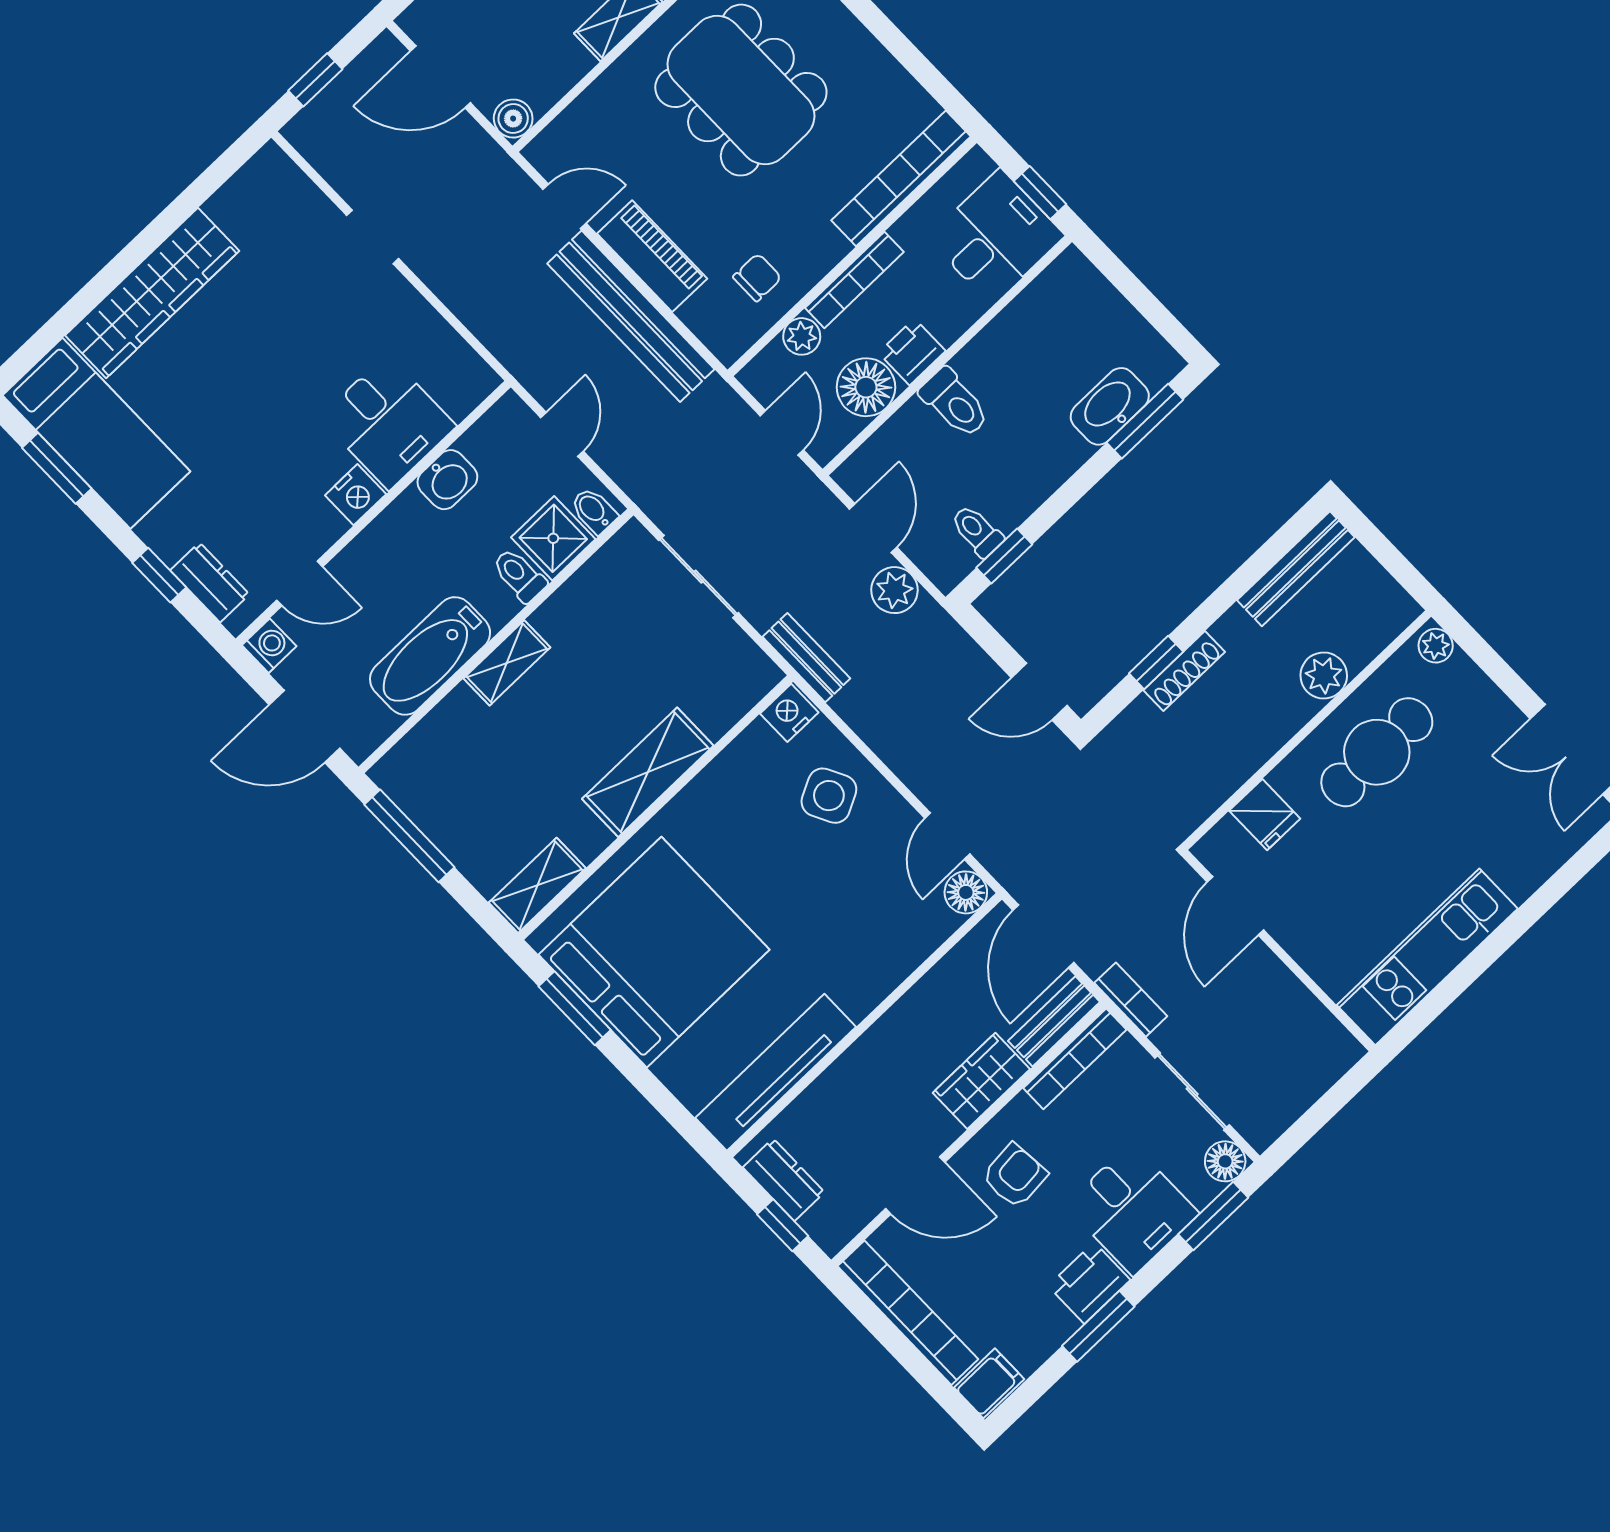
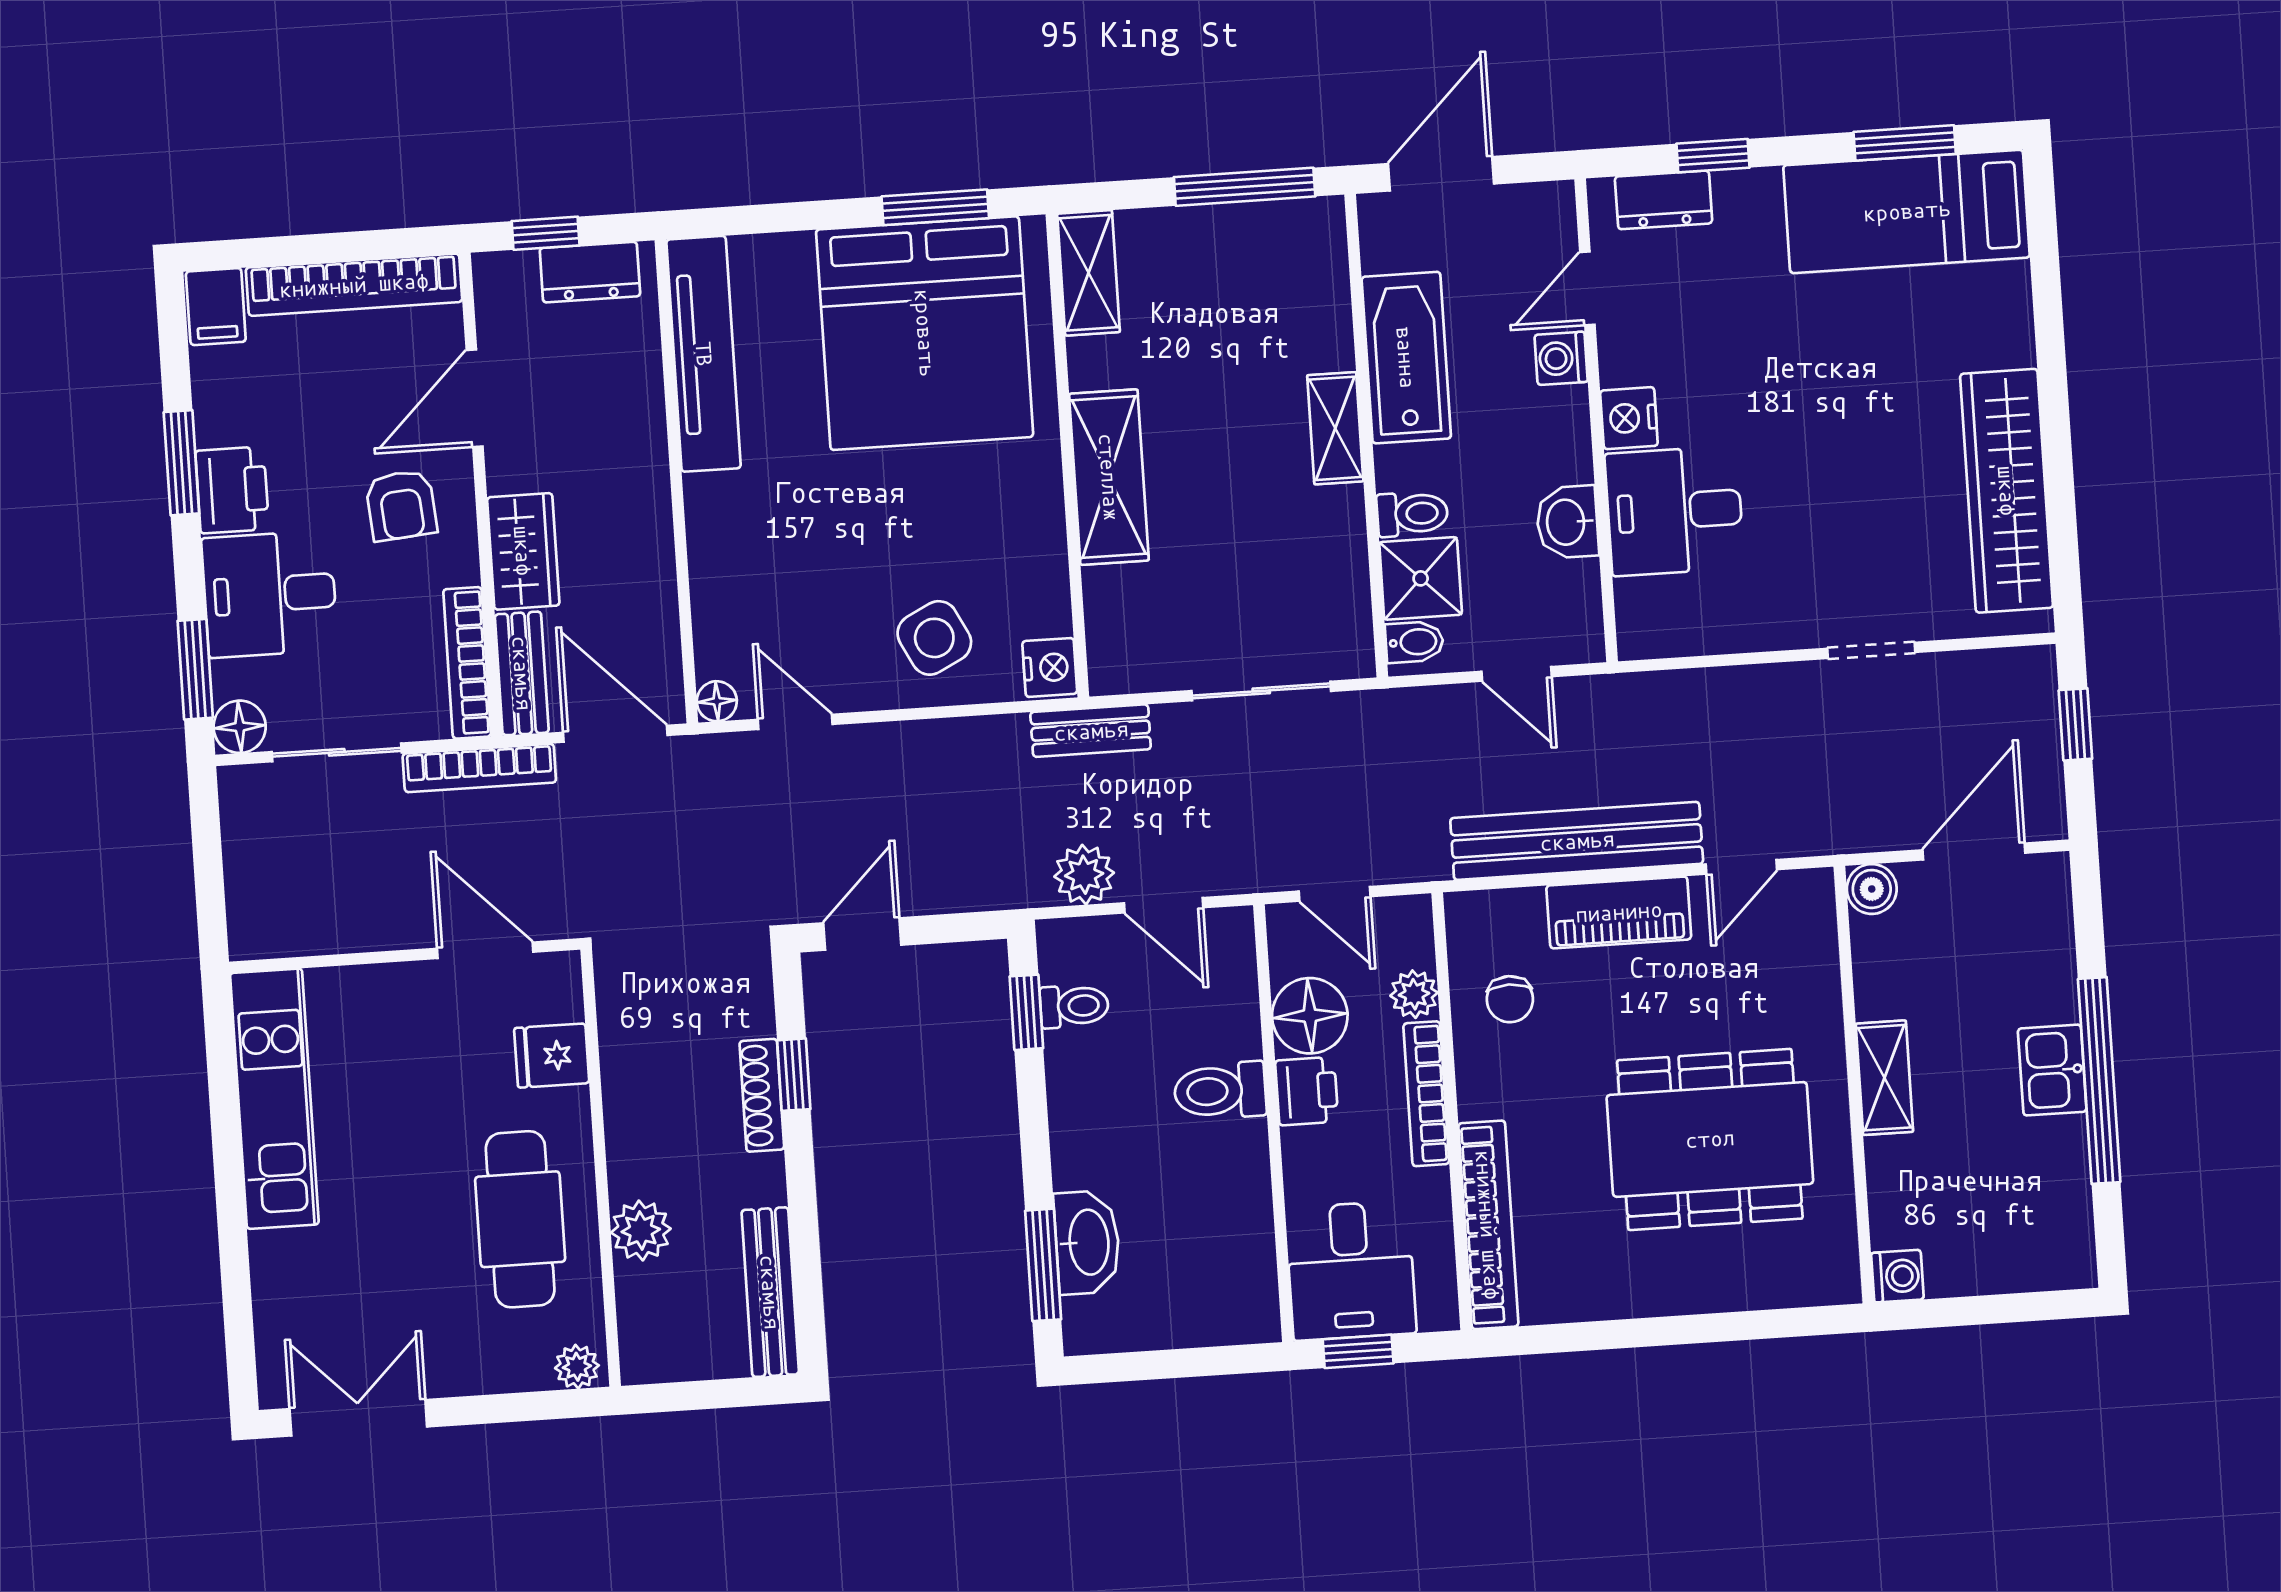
wardrobe: (152, 293) -> (2007, 491), moved
washing machine: (269, 646) -> (1561, 358), moved, turned 90
floor lamp: (966, 892) -> (717, 701), width x0.73, depth x0.73
bookcase: (1131, 1000) -> (479, 768), width x1.56

